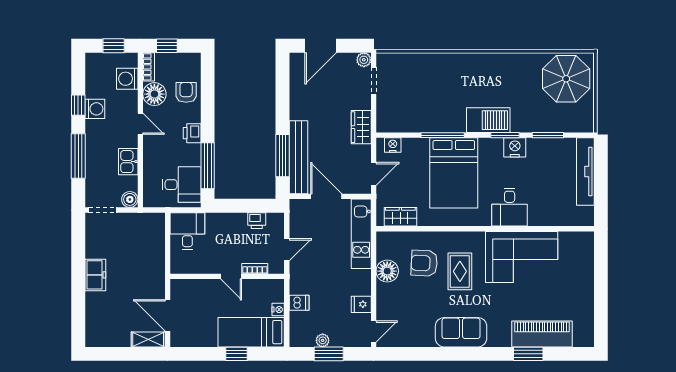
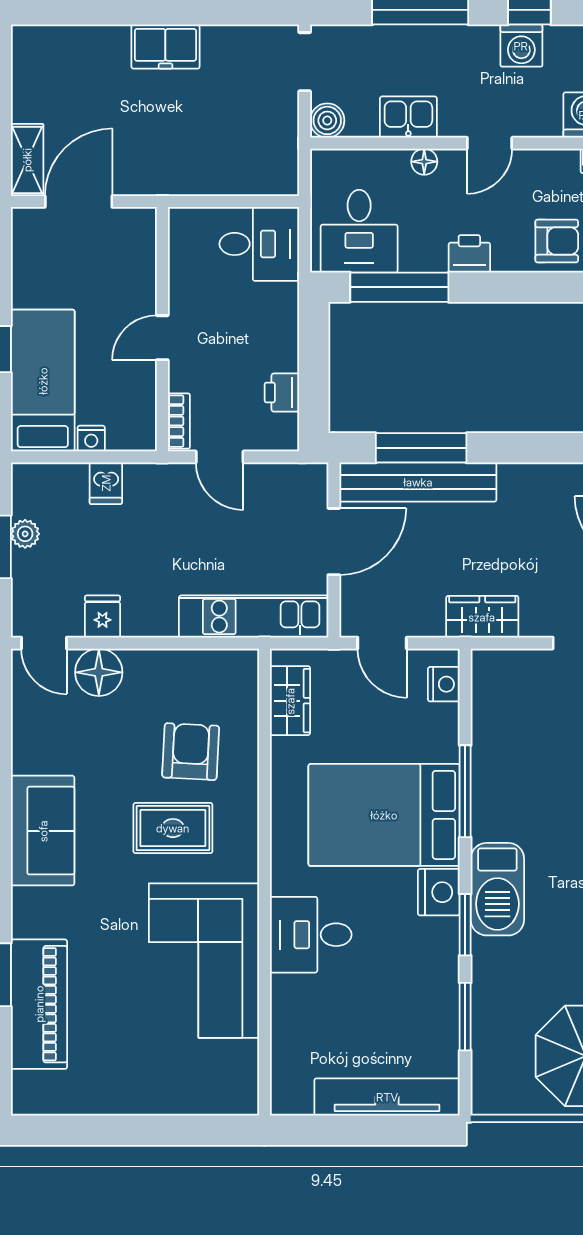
floor lamp: (154, 94) -> (424, 162), moved, width x0.53, depth x0.53
nightstand: (515, 147) -> (439, 892), moved
bookcase: (255, 269) -> (179, 421), moved
floor lamp: (387, 271) -> (99, 672), moved

